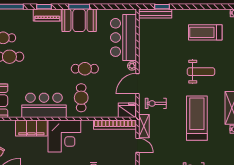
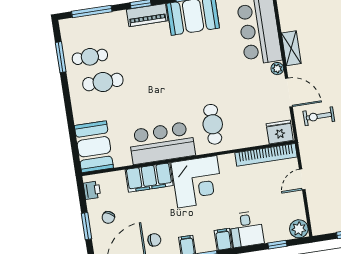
cafe table: (85, 69) -> (212, 83), removed
door: (137, 84) -> (289, 92), swing flipped
shelving: (144, 126) -> (291, 48), moved
door: (137, 145) -> (302, 179), swing flipped

